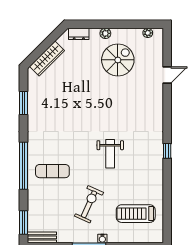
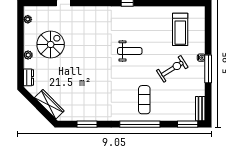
spiral stairs: (118, 60) -> (51, 44), turned 90
exercise bike: (89, 204) -> (172, 69), turned 124

